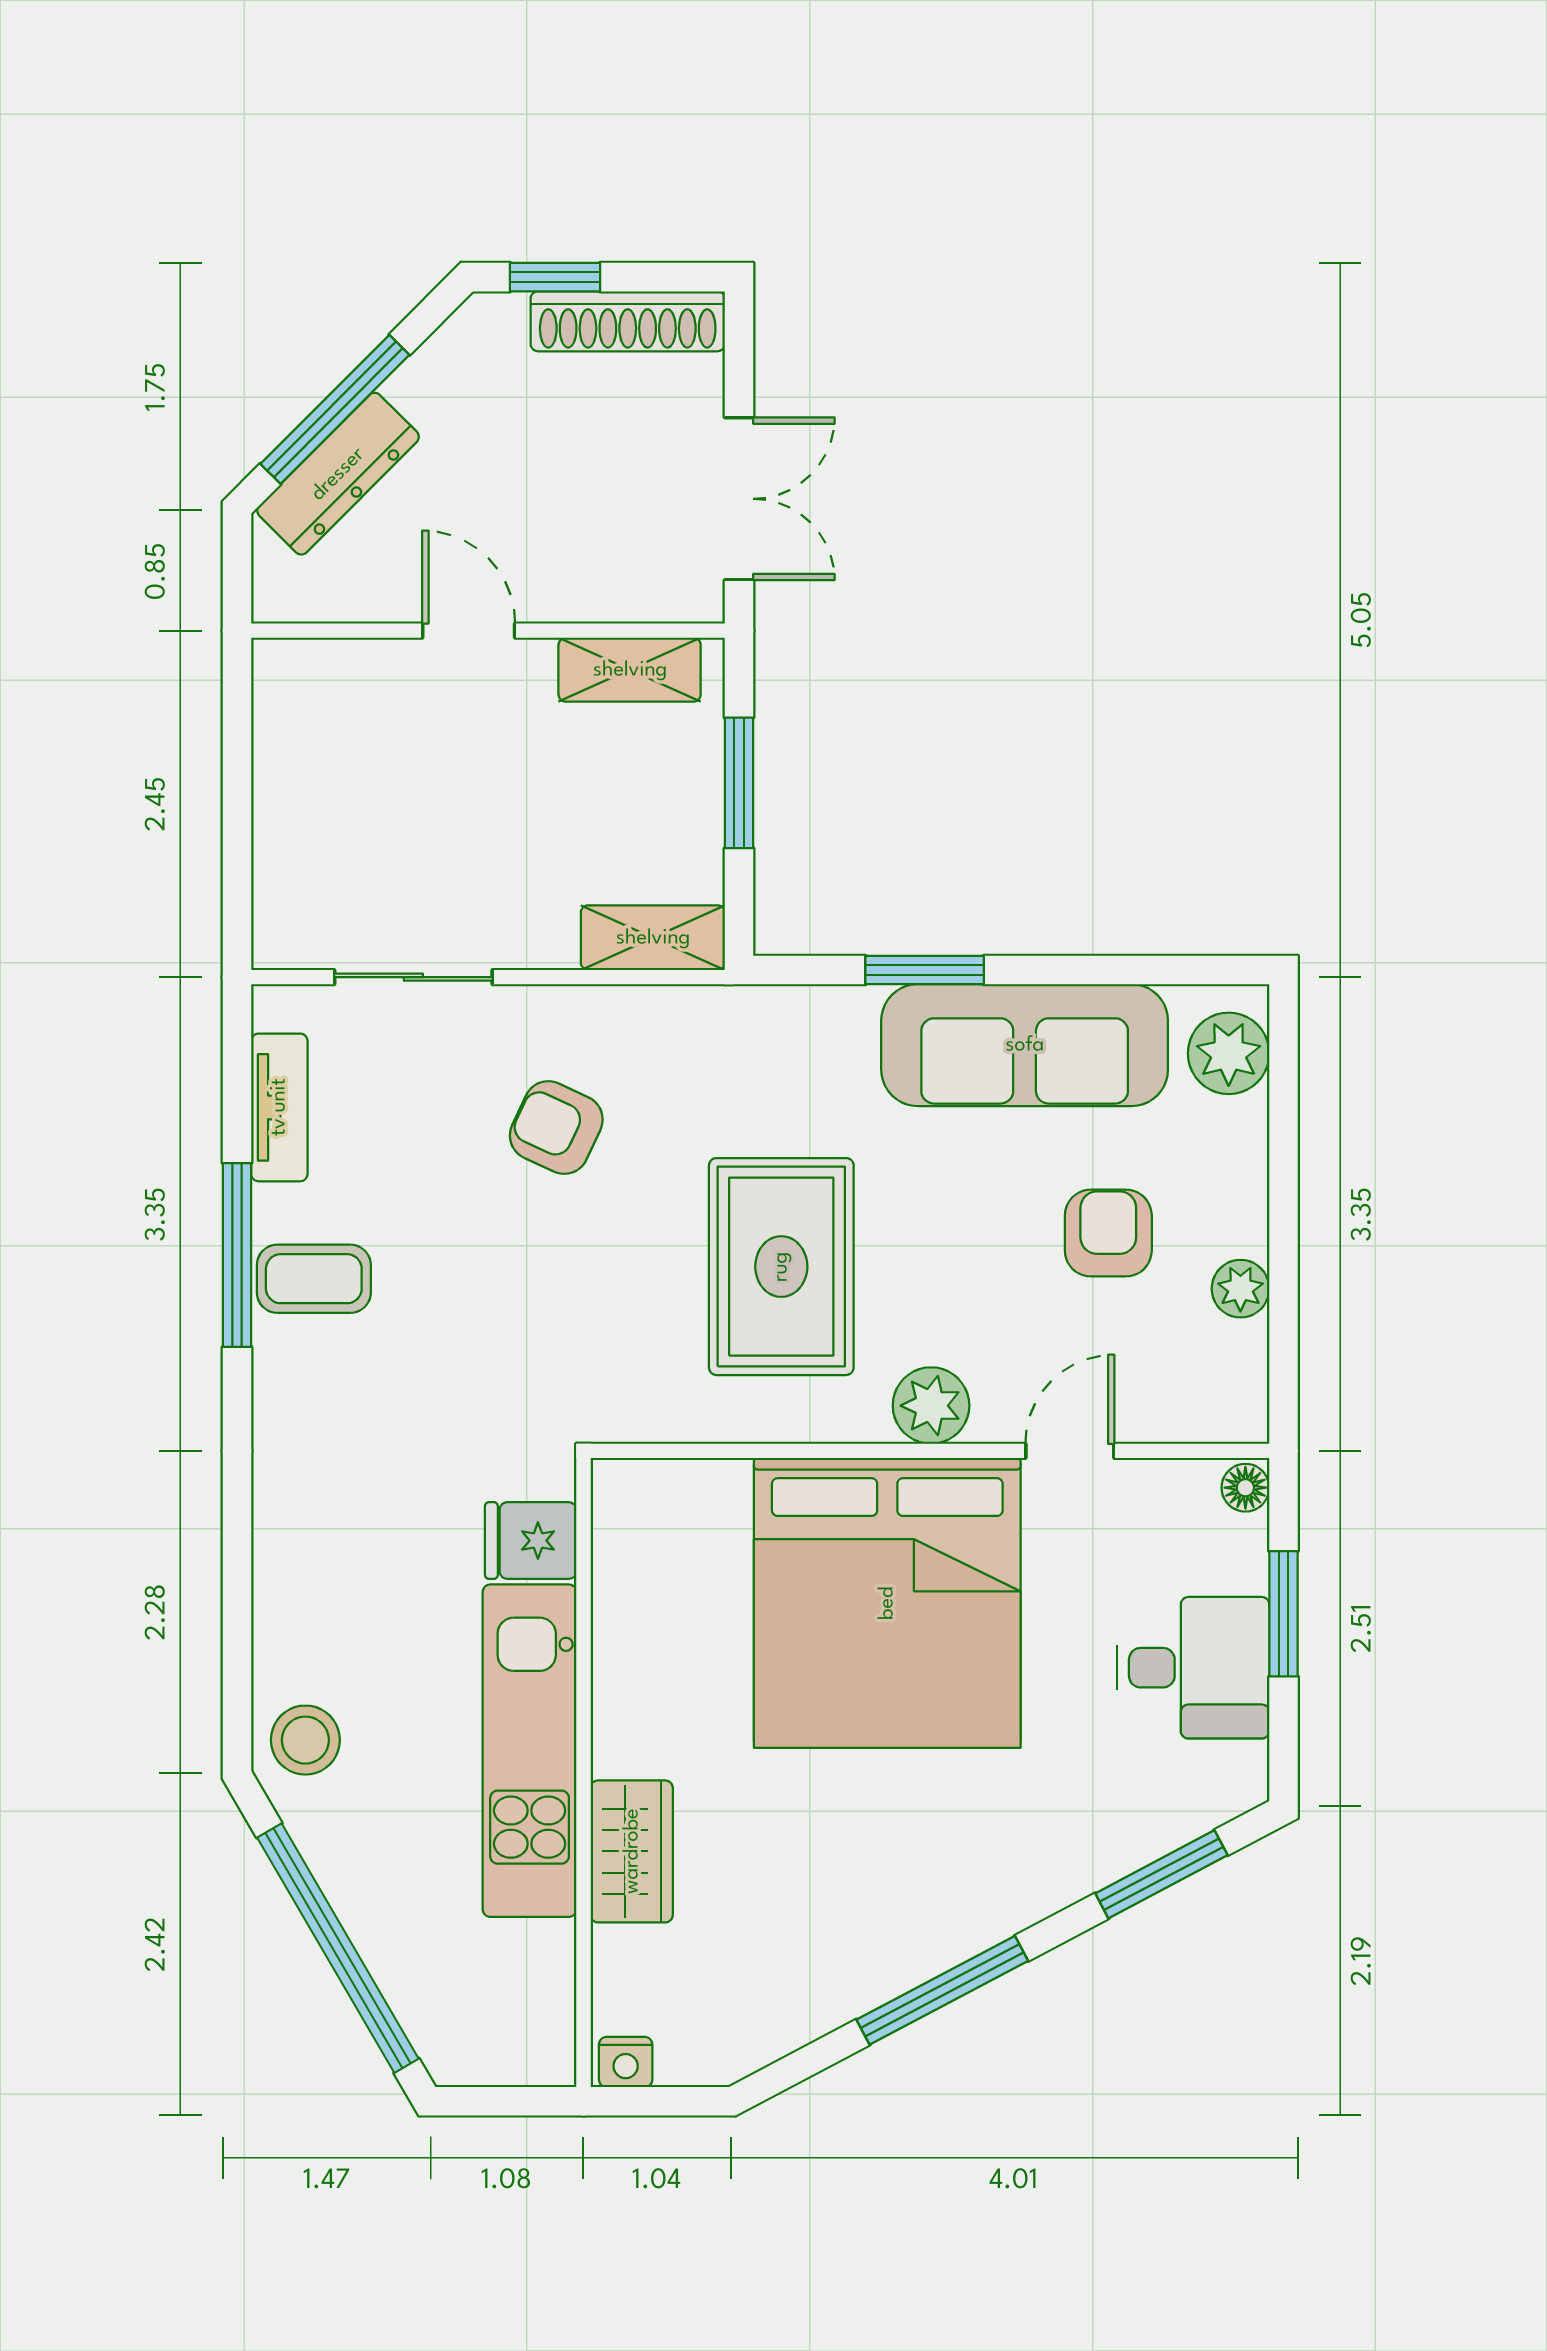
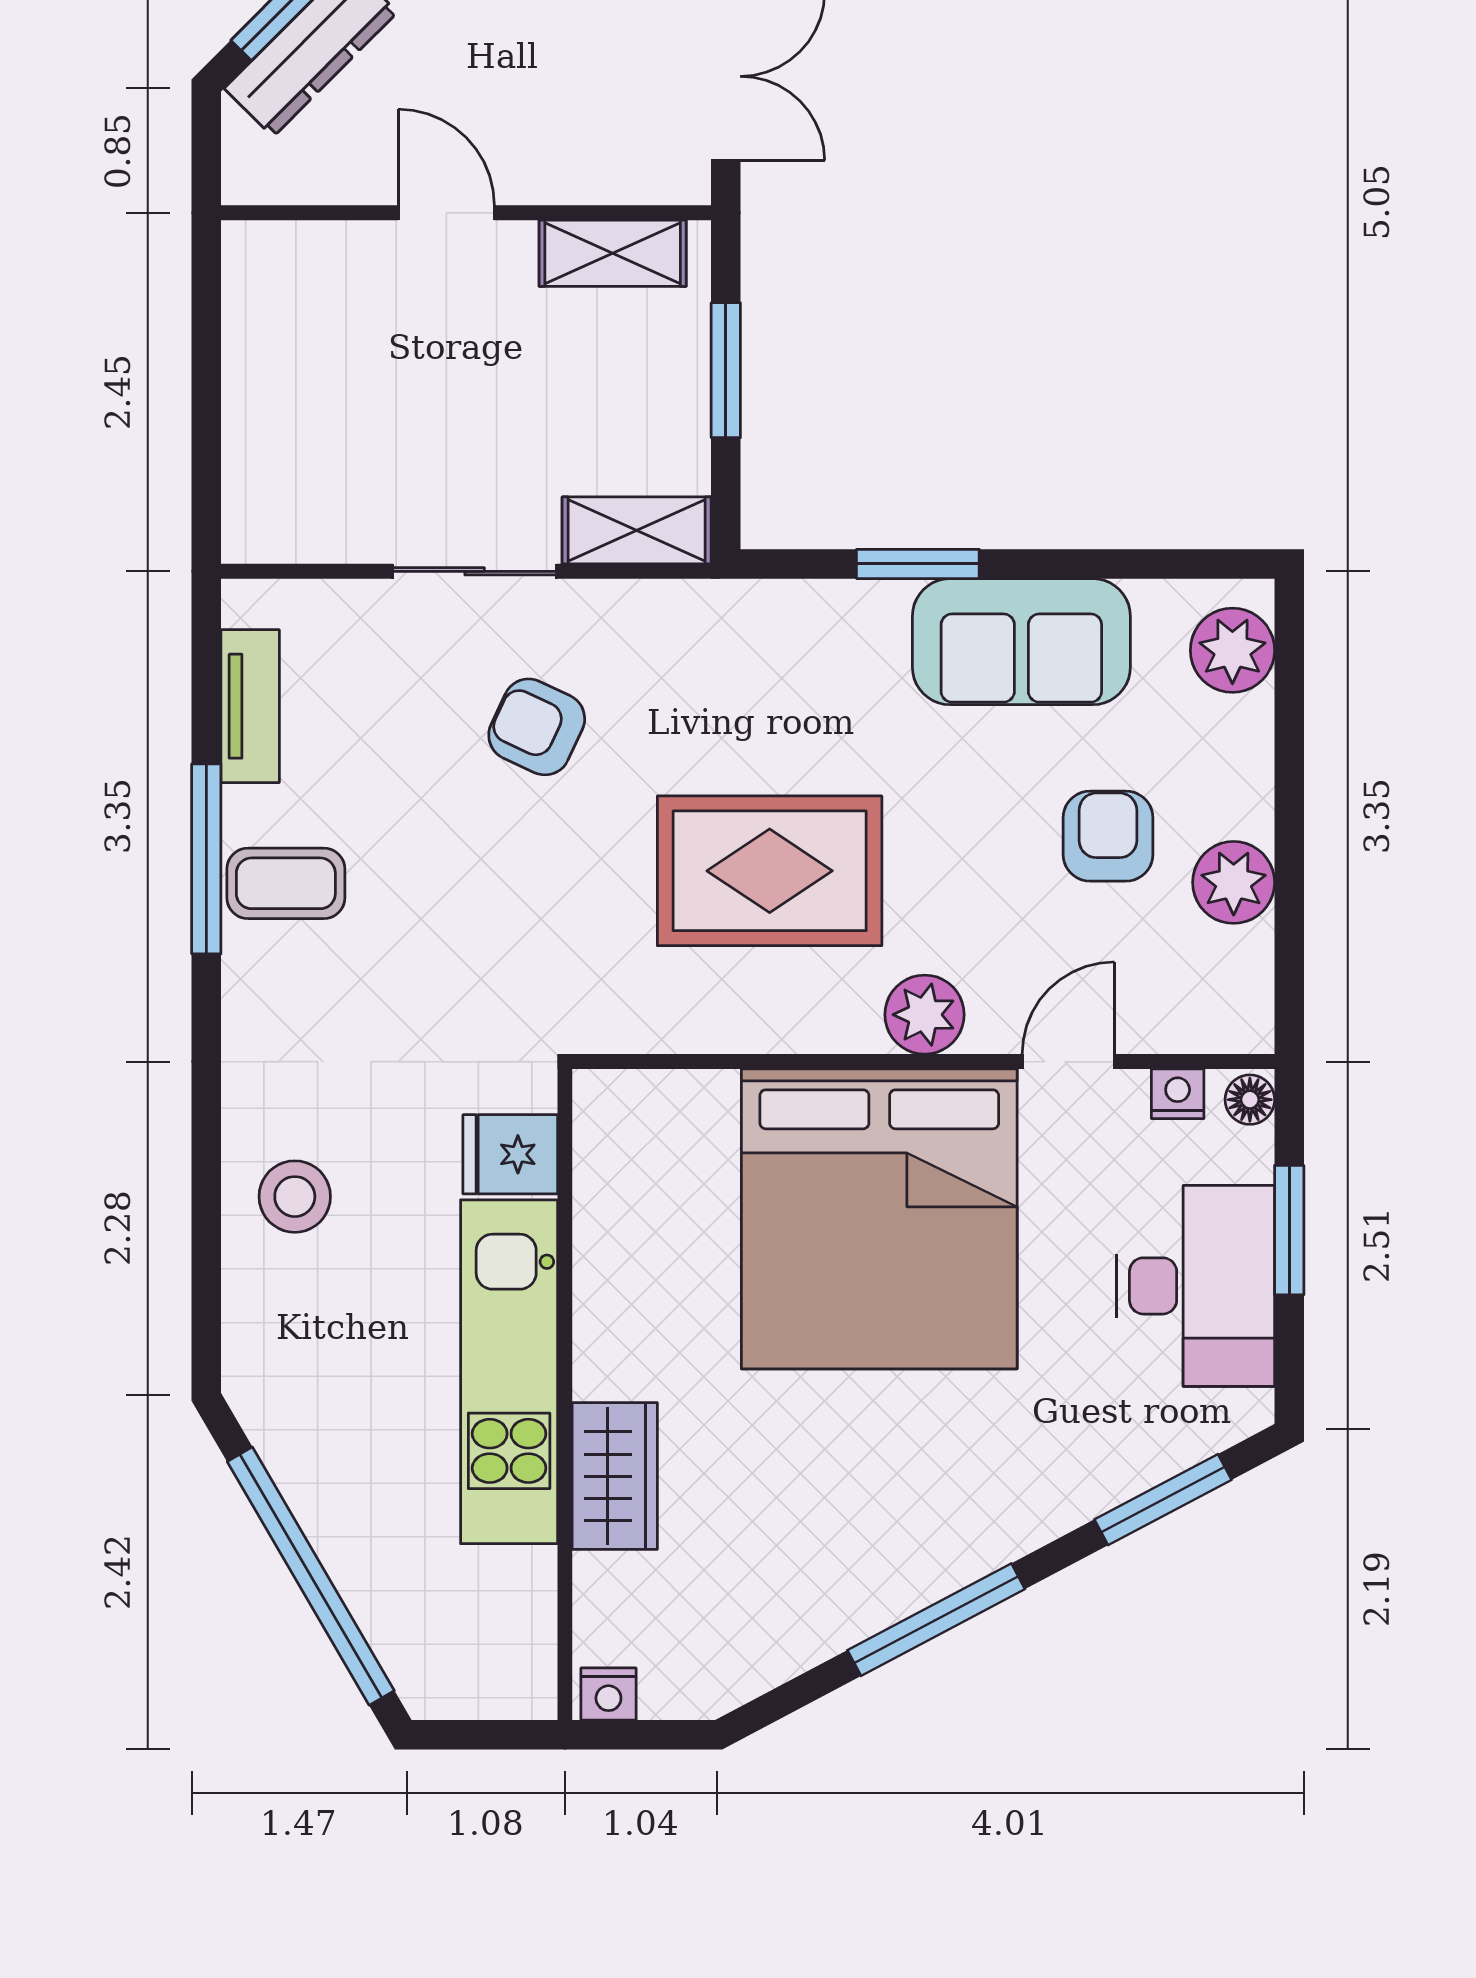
sliding door: (413, 977) -> (475, 571), moved
sofa: (1025, 1045) -> (1021, 642), width x0.73
rug: (781, 1267) -> (770, 871), turned 90
plant: (1240, 1289) -> (1234, 882), width x1.38, depth x1.38
nightstand: (1176, 1482) -> (1178, 1094), added
desk: (1193, 1668) -> (1196, 1286), width x1.37
stool: (305, 1740) -> (295, 1197), moved

